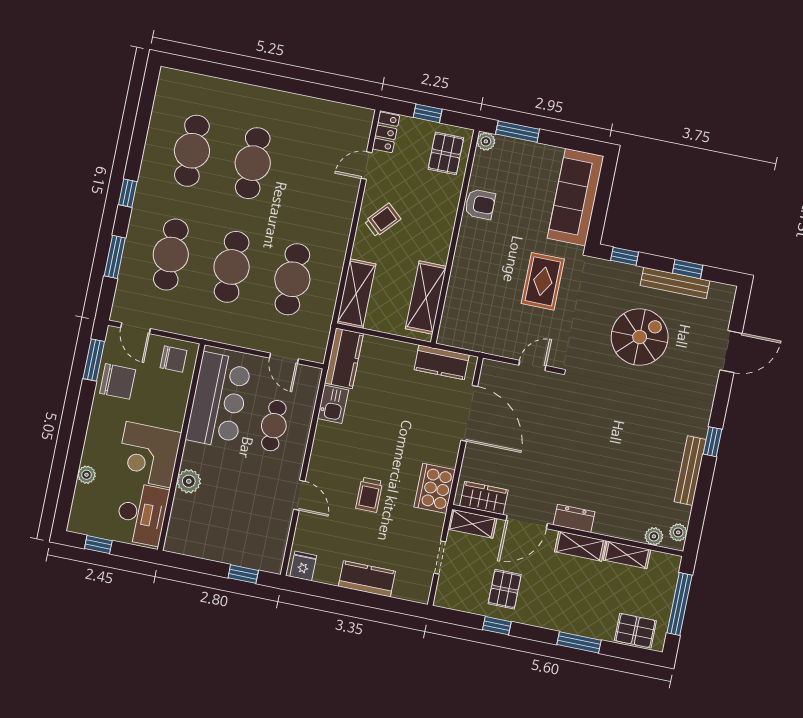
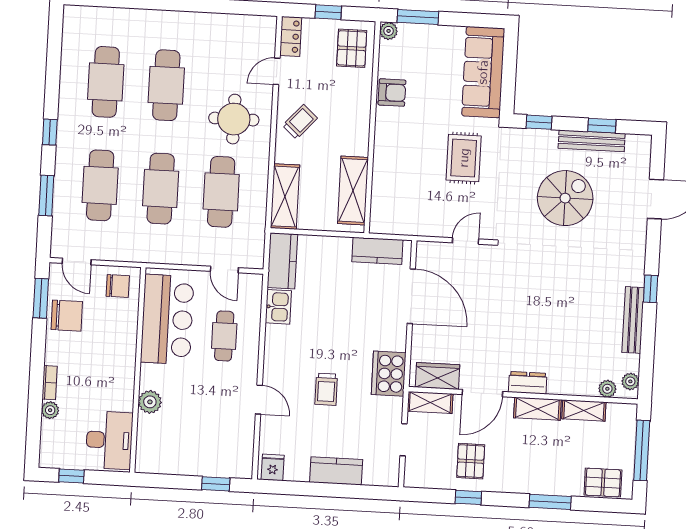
round table: (316, 207) -> (234, 119), added
bookcase: (90, 447) -> (50, 383), added
corner desk: (148, 455) -> (107, 382), removed

